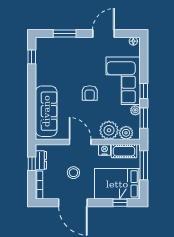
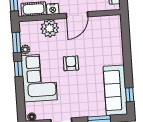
sofa: (46, 111) -> (115, 90), moved
plant: (126, 133) -> (33, 27), removed
door: (80, 142) -> (77, 15), hinge flipped

